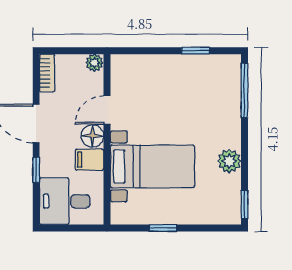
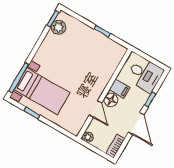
door: (107, 110) -> (95, 109), hinge flipped
plant: (229, 161) -> (58, 27), moved
bed with nightstands: (152, 166) -> (42, 91), moved, turned 180

